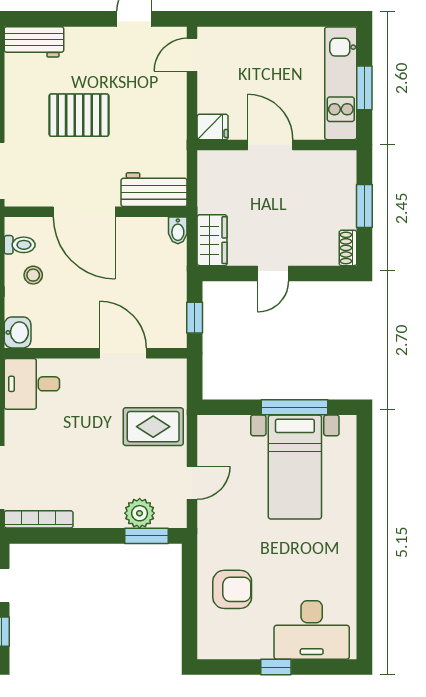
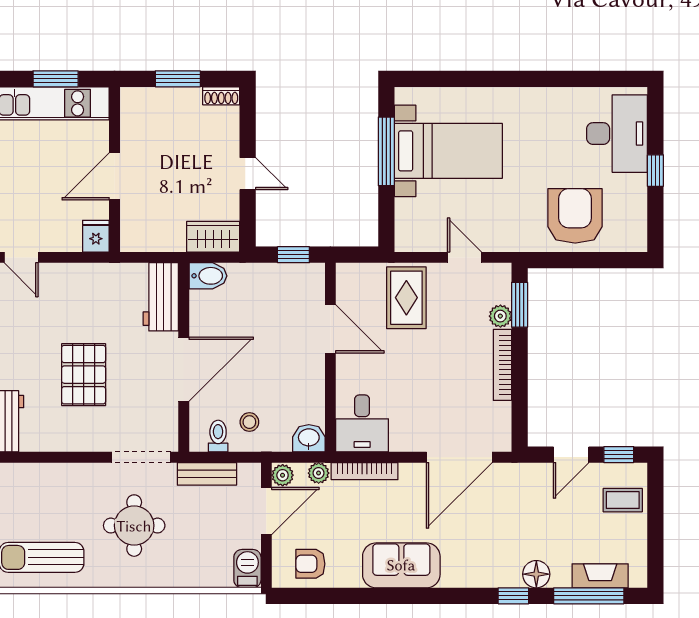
bidet: (178, 230) -> (208, 276), width x1.38, depth x1.36
door: (123, 353) -> (330, 329), swing flipped
plant: (140, 513) -> (500, 316), width x0.73, depth x0.73
bookcase: (39, 519) -> (502, 365), moved
armchair: (232, 589) -> (575, 216), width x1.36, depth x1.36

